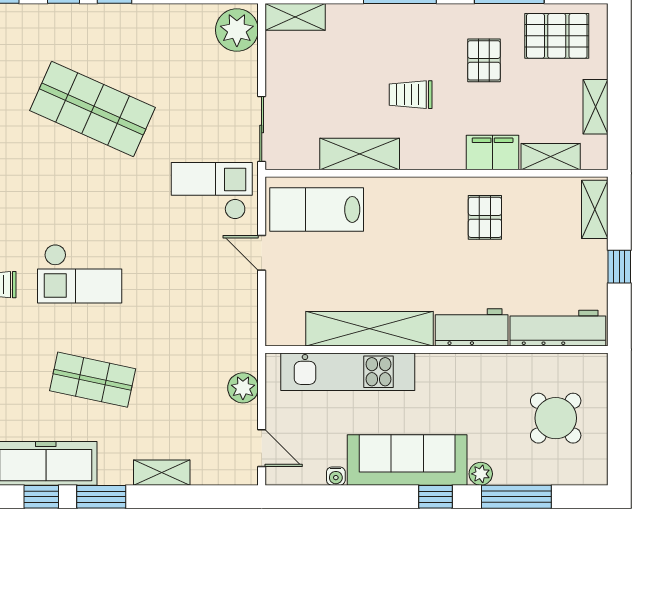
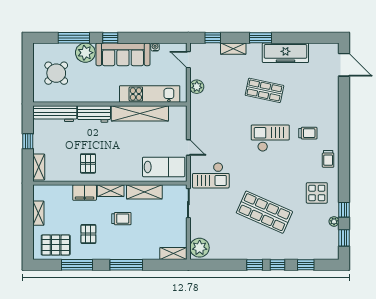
shelving: (551, 157) -> (111, 191), moved
plant: (481, 474) -> (85, 53), width x1.88, depth x1.88
window: (41, 497) -> (213, 38), moved

